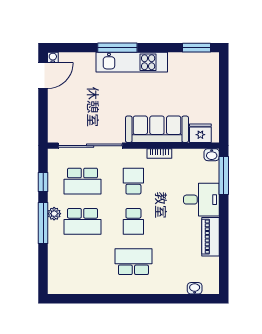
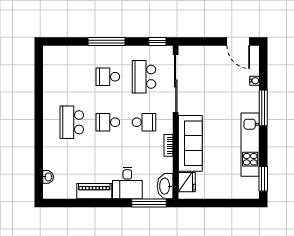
water cooler: (53, 57) -> (255, 81), moved
kitchen unit: (132, 62) -> (250, 145), moved
washbasin: (212, 155) -> (165, 186), width x1.91, depth x1.45
window: (43, 182) -> (157, 41), moved
plant: (54, 214) -> (115, 51), removed
school desk: (83, 221) -> (108, 77), width x0.54
school desk: (133, 262) -> (72, 122), turned 180

